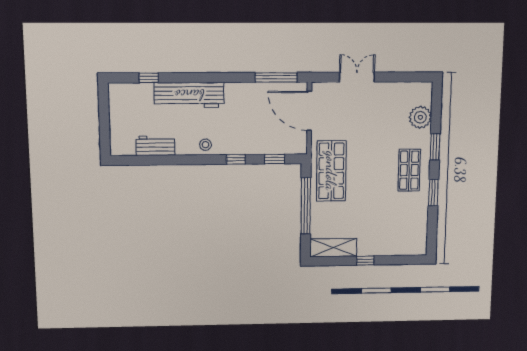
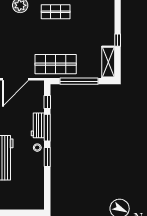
workbench: (155, 146) -> (38, 125), moved
window: (236, 159) -> (47, 128), width x2.17
window: (191, 160) -> (47, 157), added

